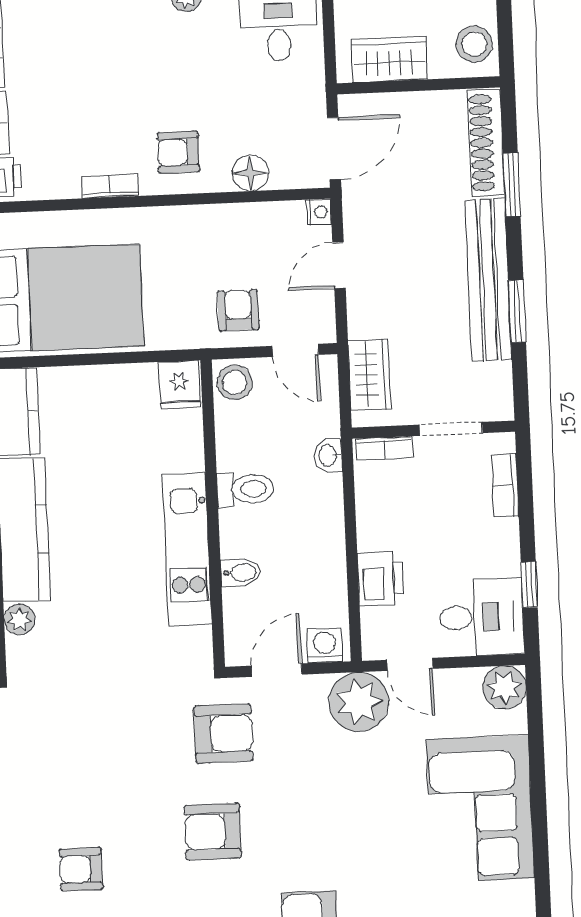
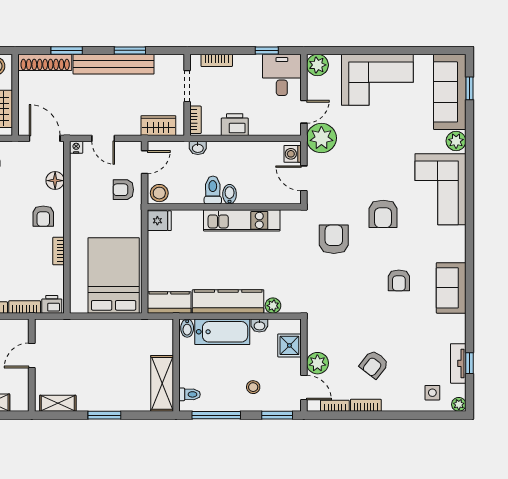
bidet: (241, 573) -> (230, 194), moved
printer: (380, 579) -> (235, 125), moved
armchair: (224, 734) -> (334, 239), moved

